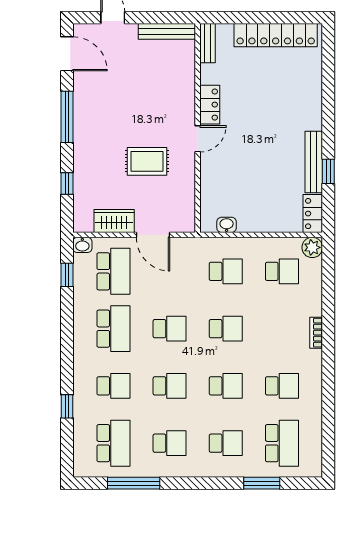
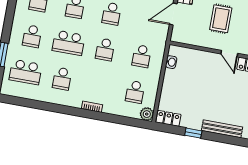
bench: (314, 162) -> (222, 129), moved
school desk: (226, 386) -> (69, 43), width x1.85

